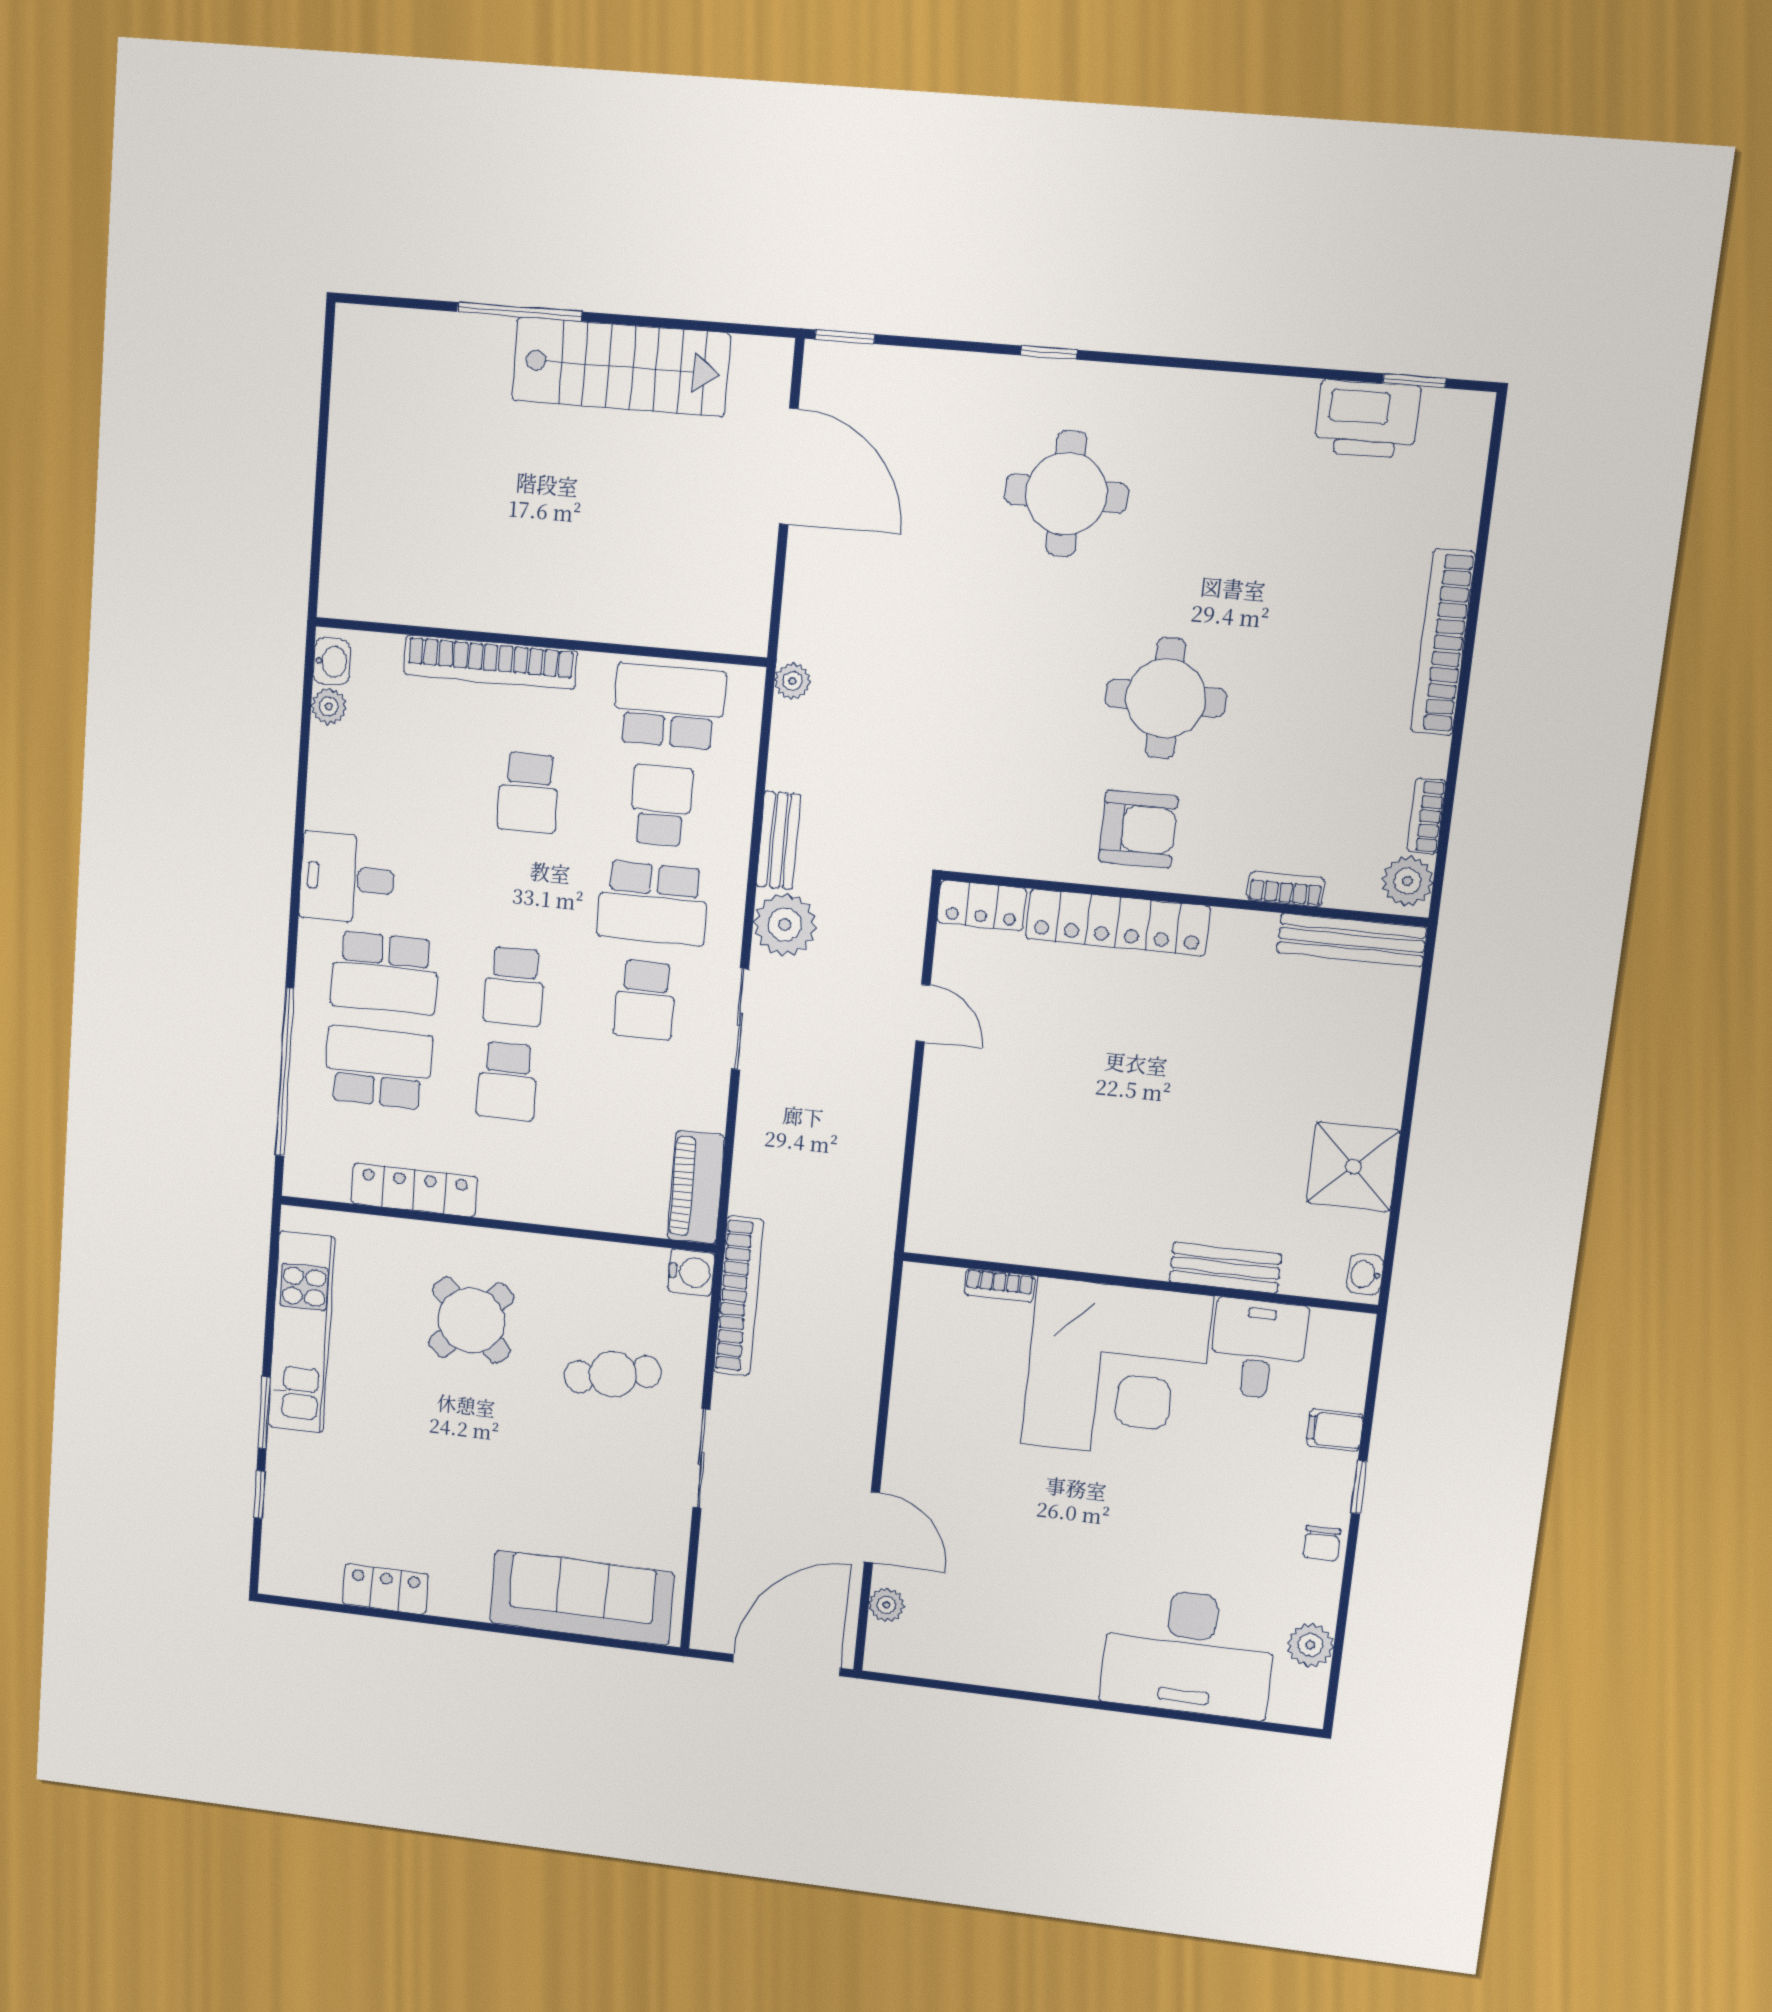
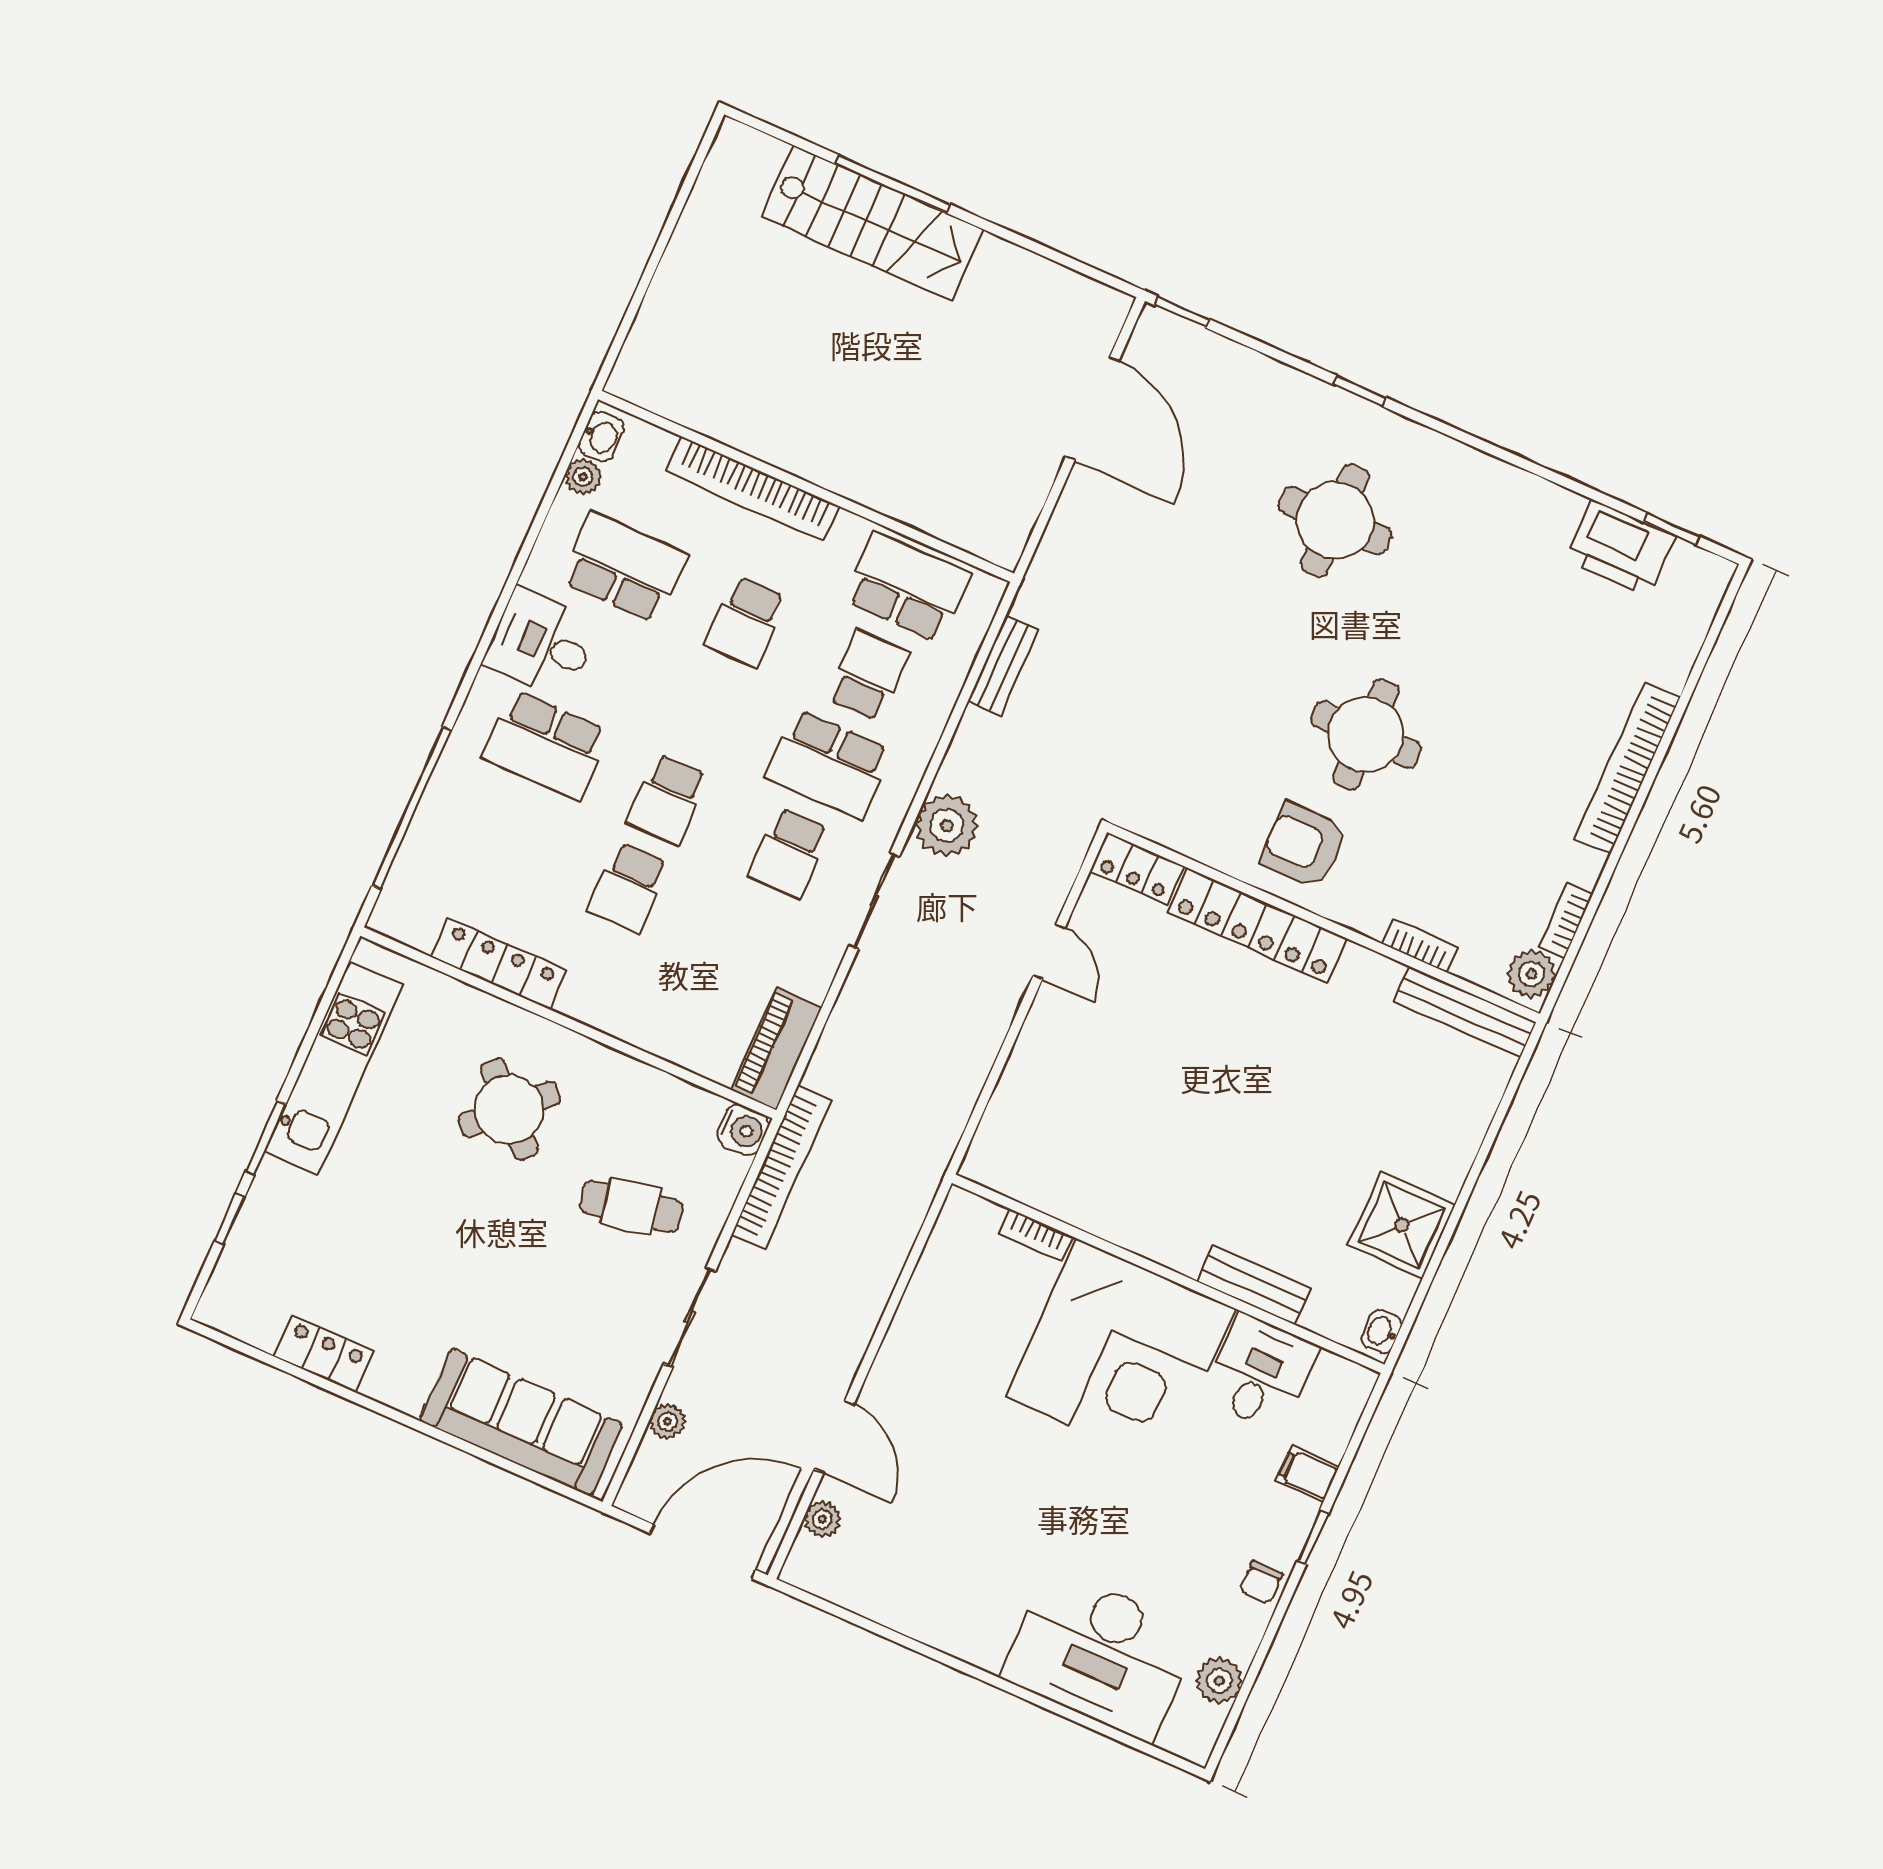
stairs: (621, 367) -> (873, 223), moved
plant: (792, 681) -> (668, 1421), moved
armchair: (1138, 829) -> (1304, 846), turned 180
bench: (779, 840) -> (1003, 665), moved
school desk: (378, 1068) -> (624, 568), moved

